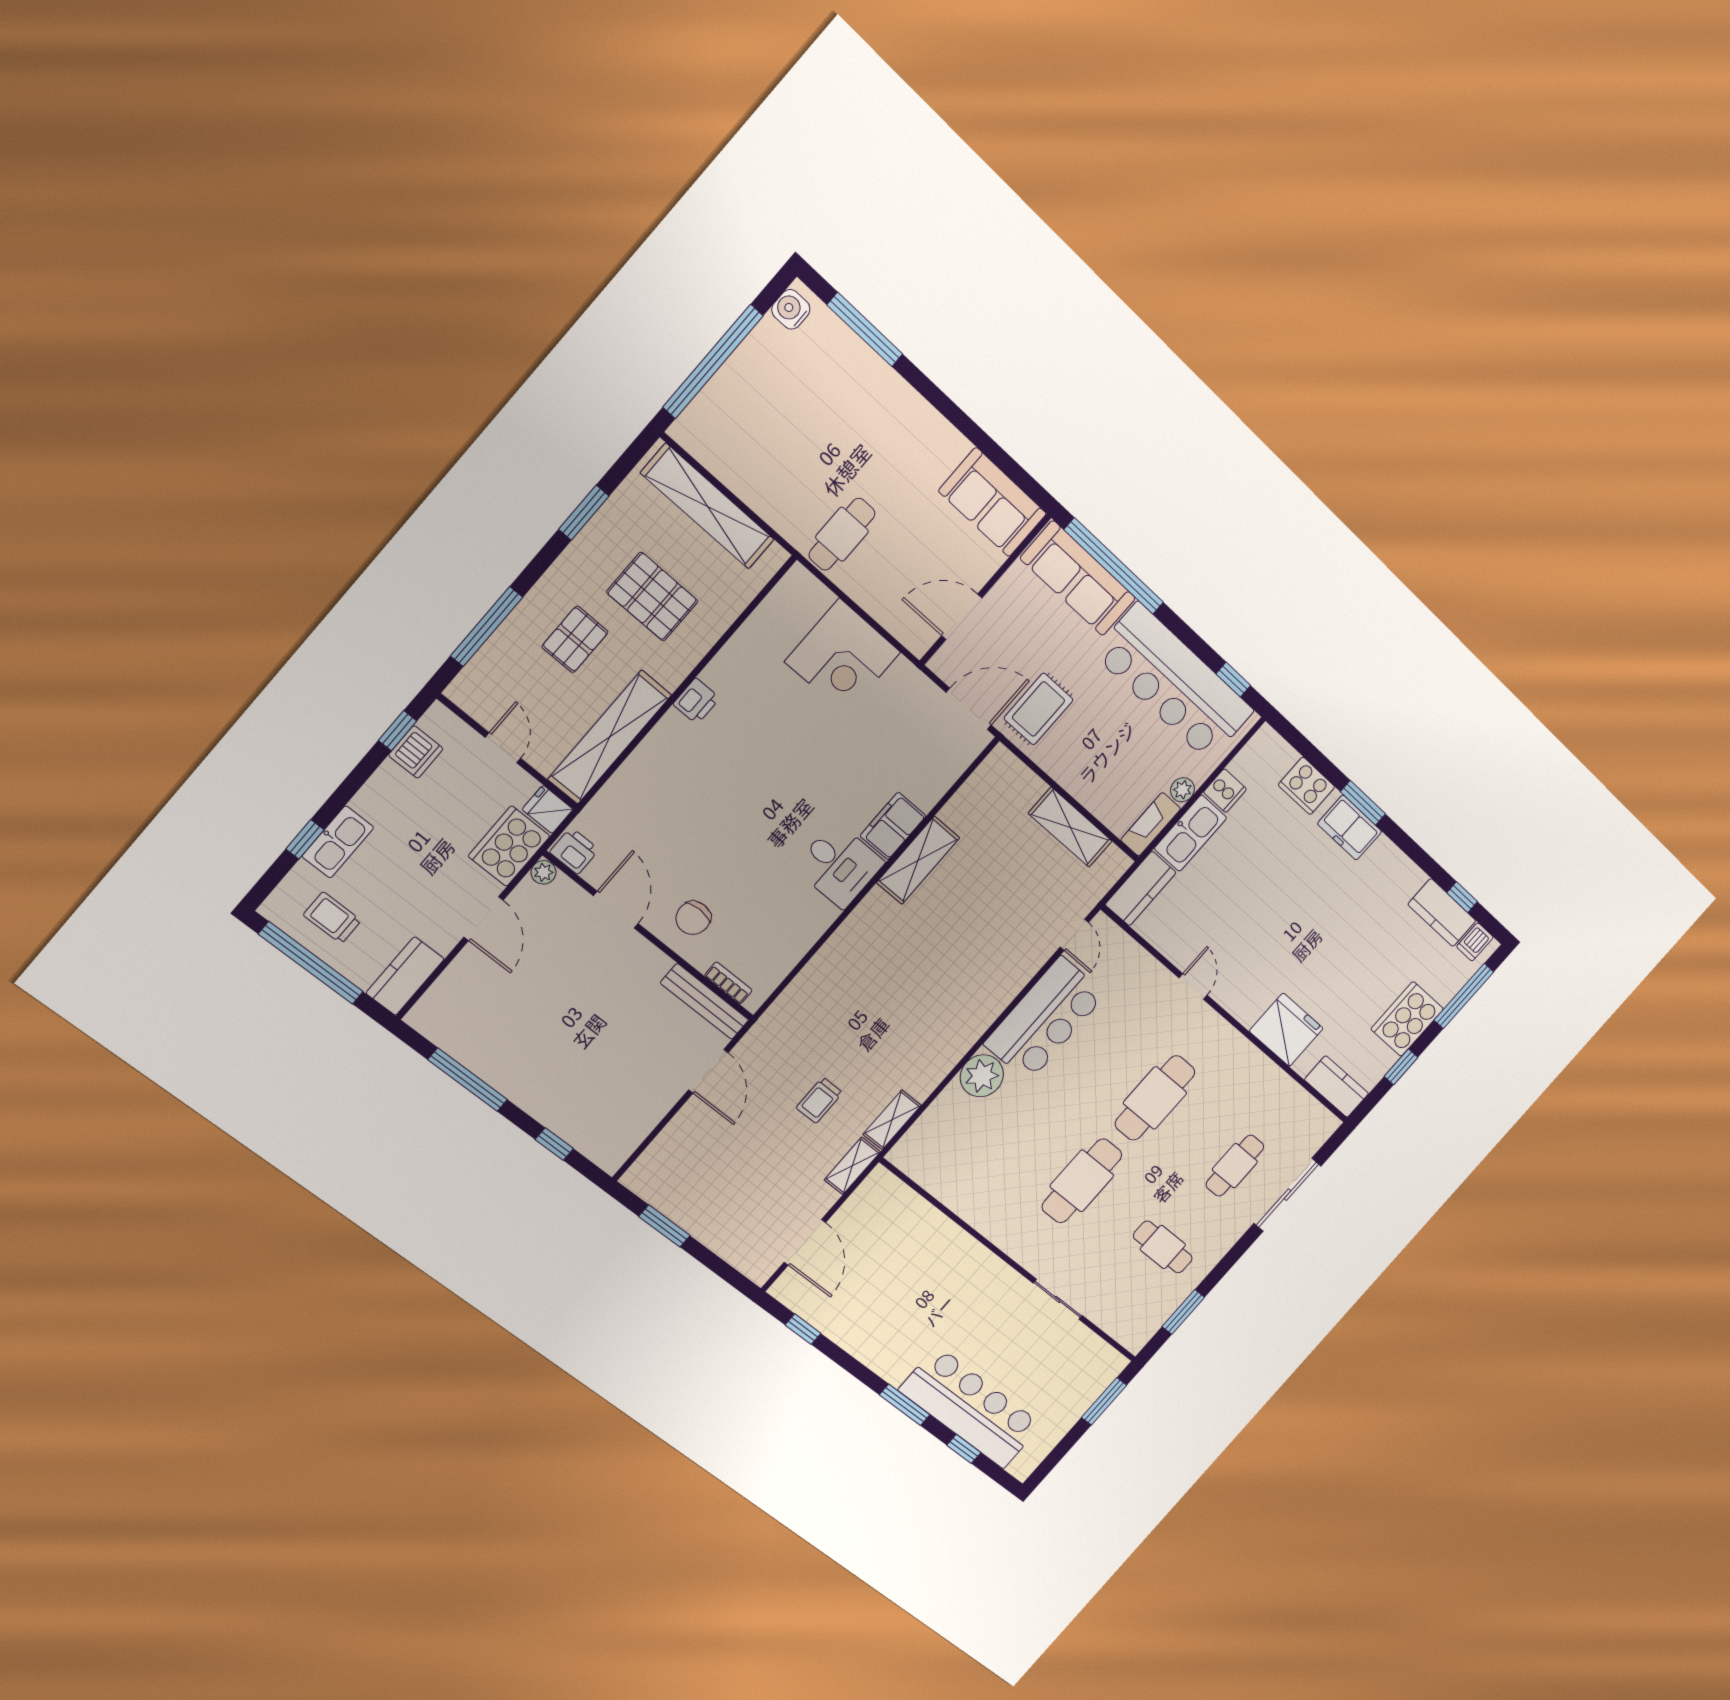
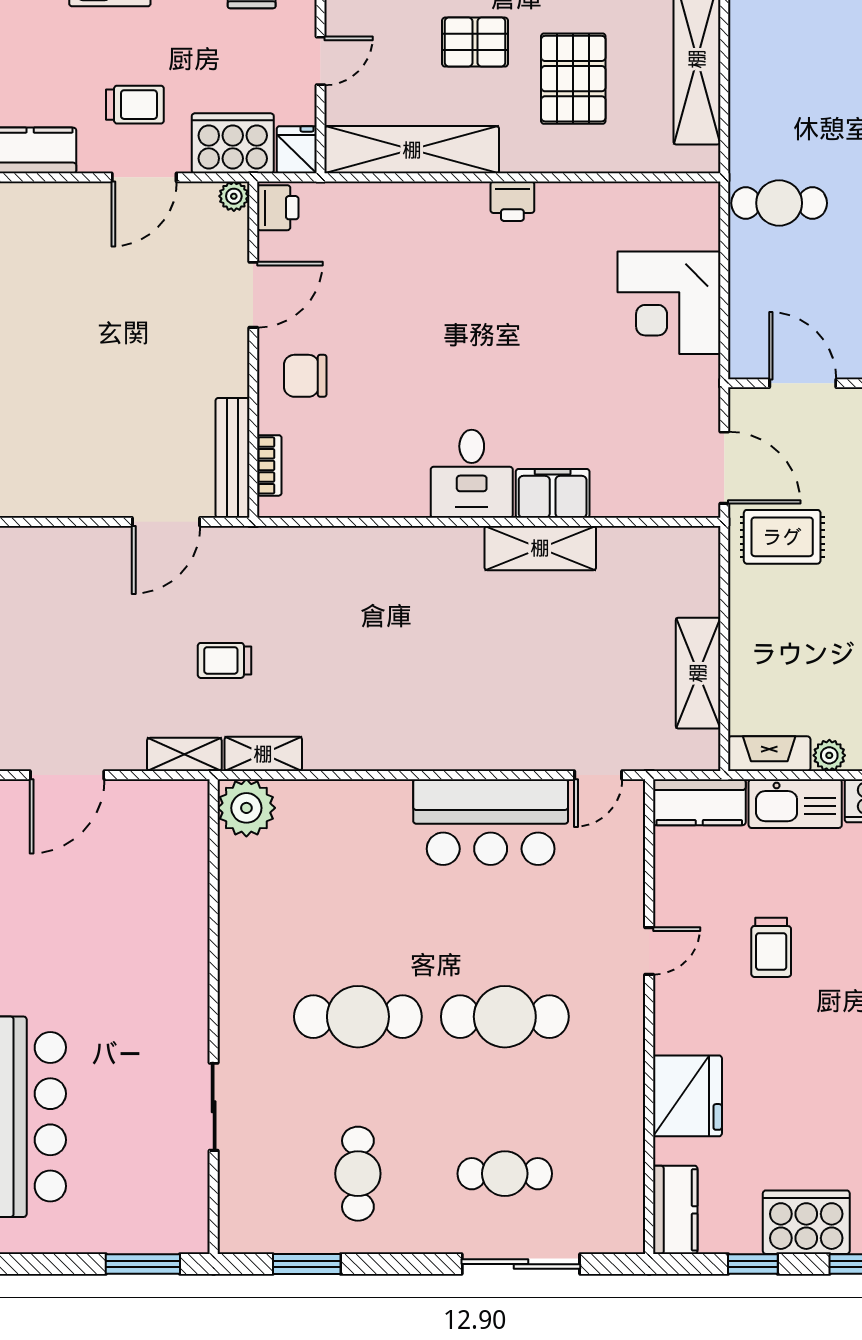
trolley: (1253, 915) -> (771, 947), added
trolley: (332, 918) -> (135, 105), moved, turned 90
plant: (982, 1076) -> (246, 808), moved

